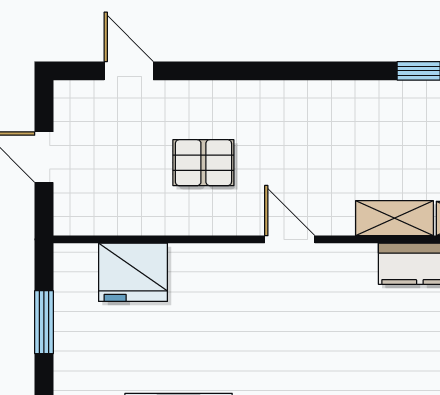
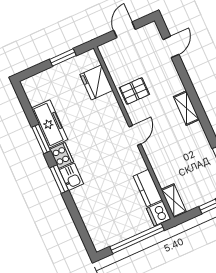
pallet: (203, 163) -> (134, 91), moved, turned 90
shelving: (394, 218) -> (186, 108), moved

